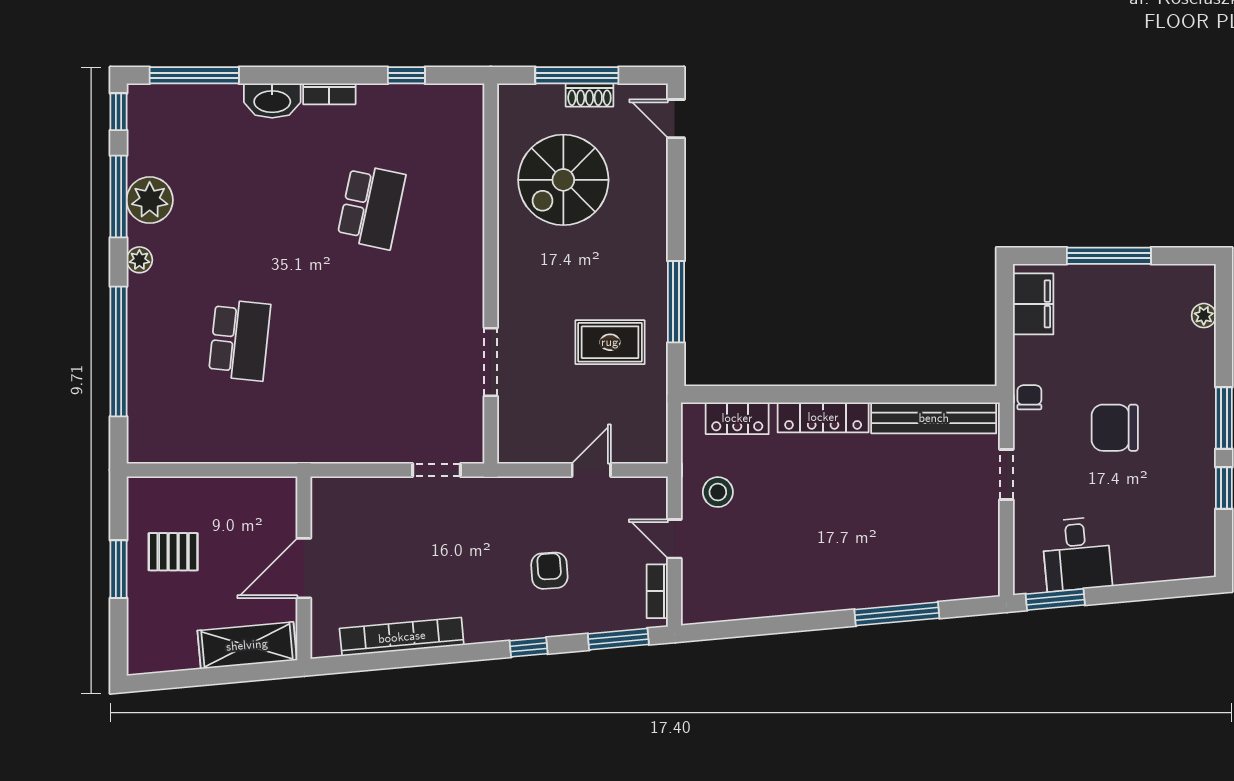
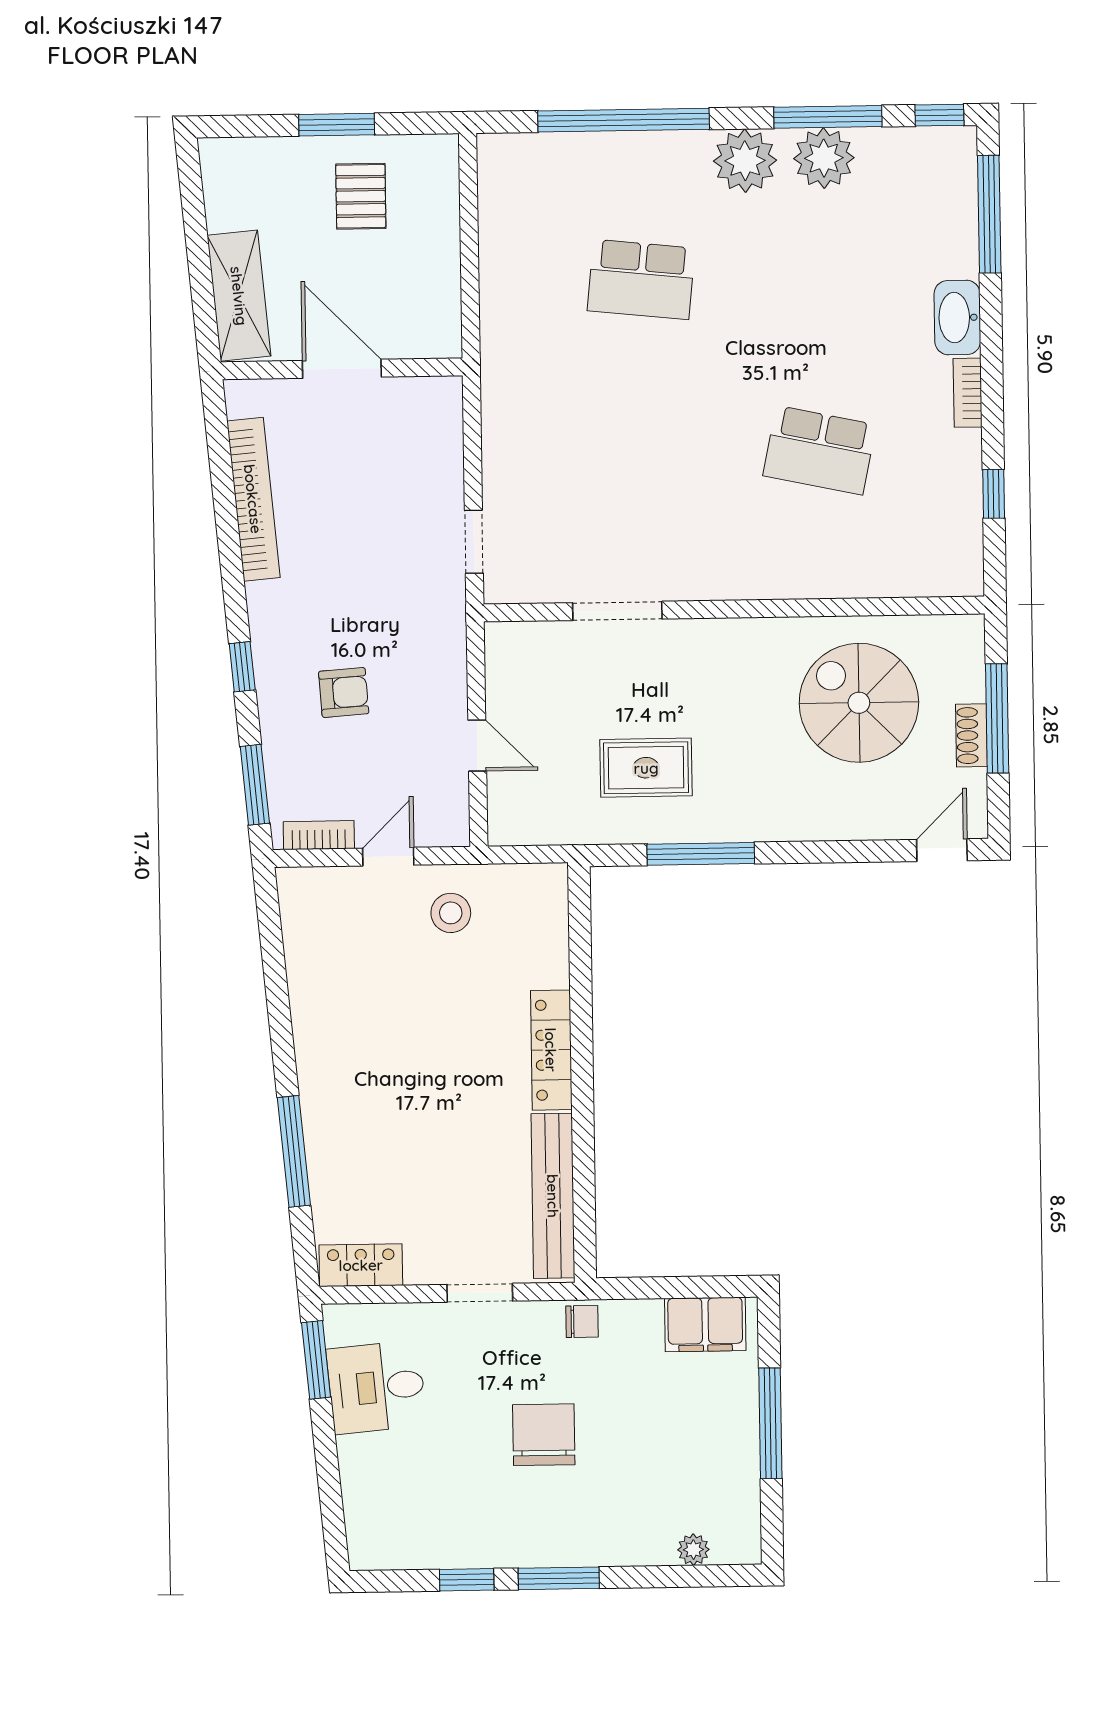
plant: (139, 260) -> (745, 161), width x1.87, depth x1.87
rug: (610, 342) -> (646, 768), turned 90
locker: (737, 418) -> (361, 1265), moved, turned 90

